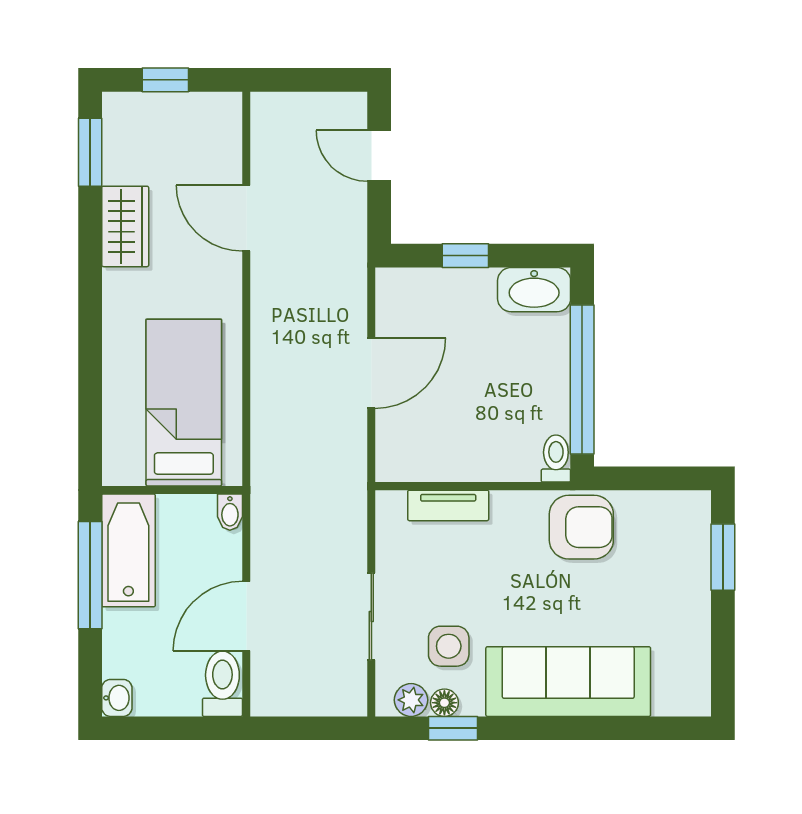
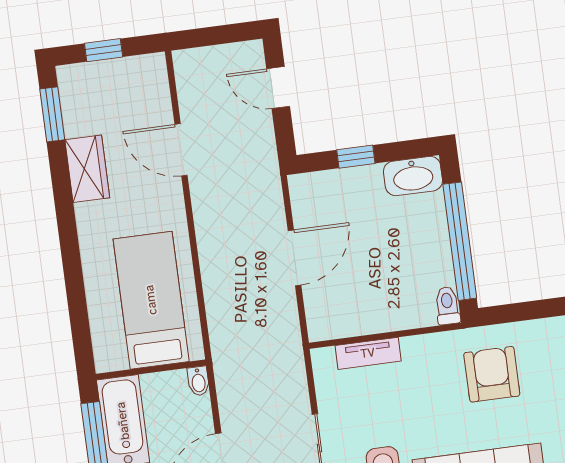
armchair: (581, 527) -> (492, 374), moved, turned -90

